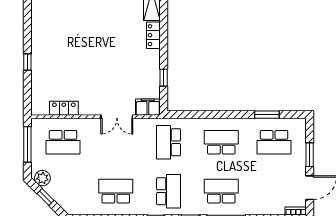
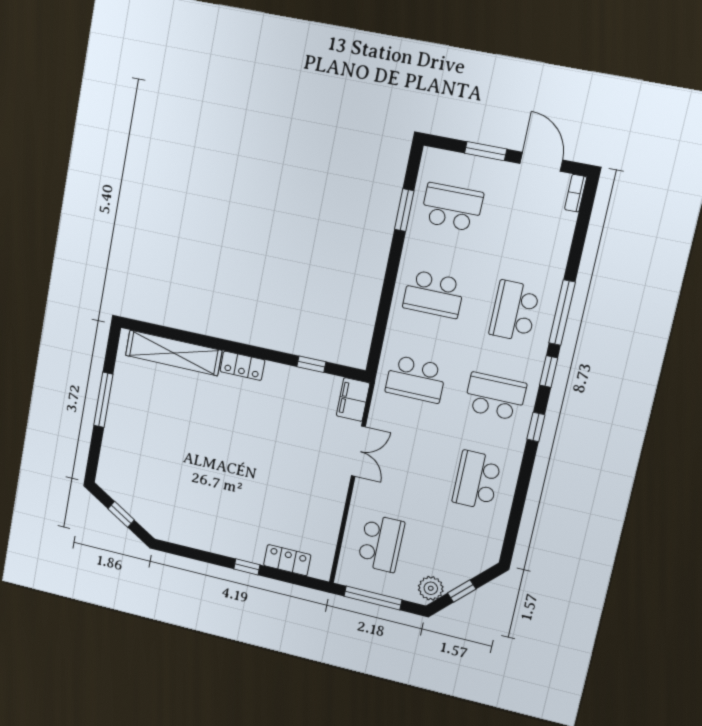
locker: (64, 108) -> (287, 560), moved, turned 90
school desk: (221, 142) -> (434, 294), turned -90
school desk: (274, 142) -> (452, 207), turned -90

